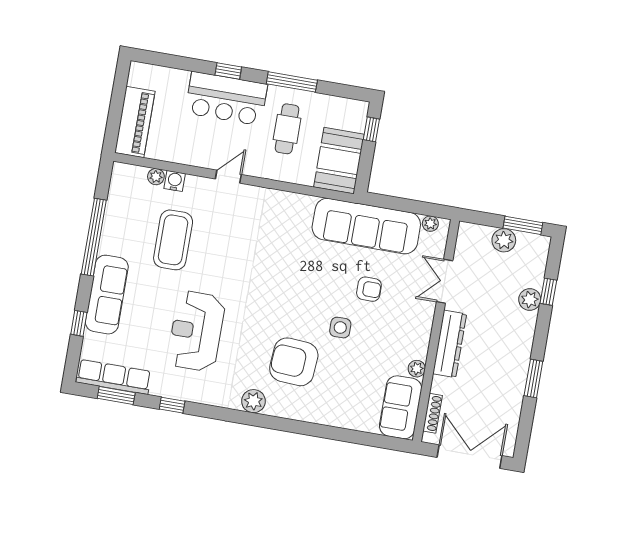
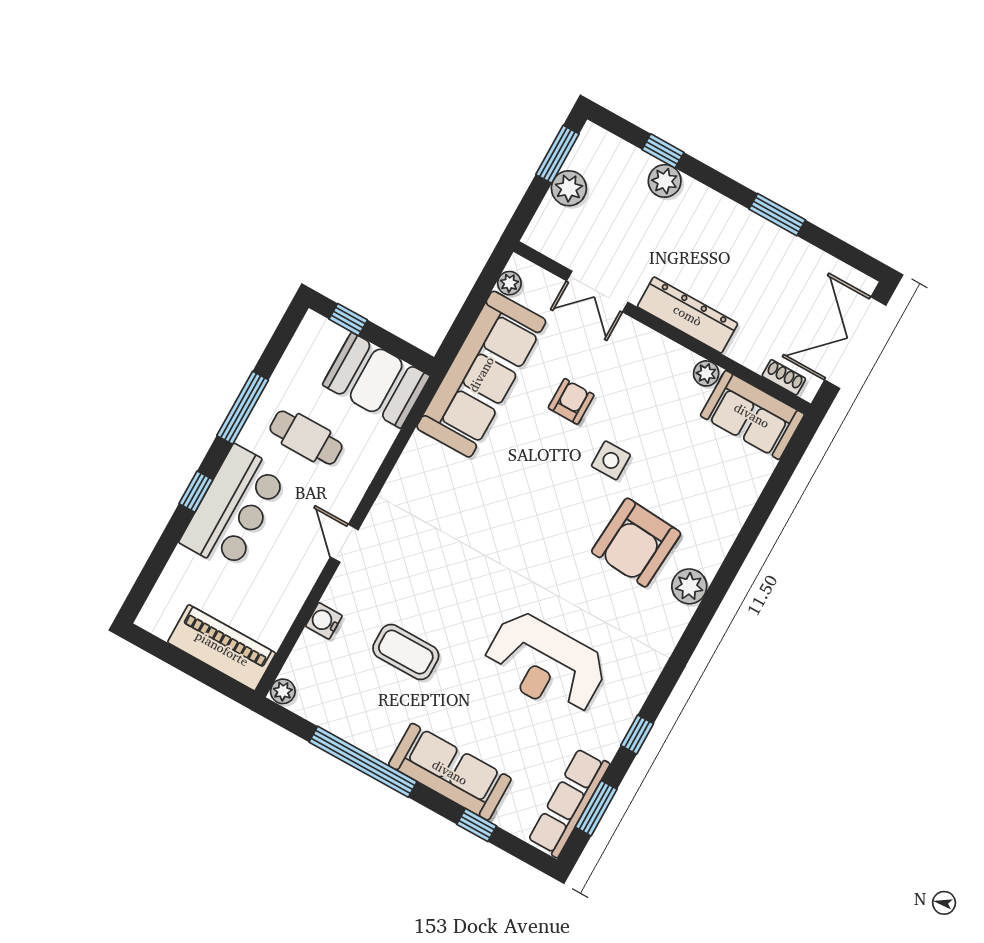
plant: (156, 177) -> (283, 691), moved
coffee table: (173, 240) -> (406, 652), width x0.73, depth x0.76
plant: (253, 401) -> (689, 586), moved
shoe rack: (433, 413) -> (784, 377), width x0.70

